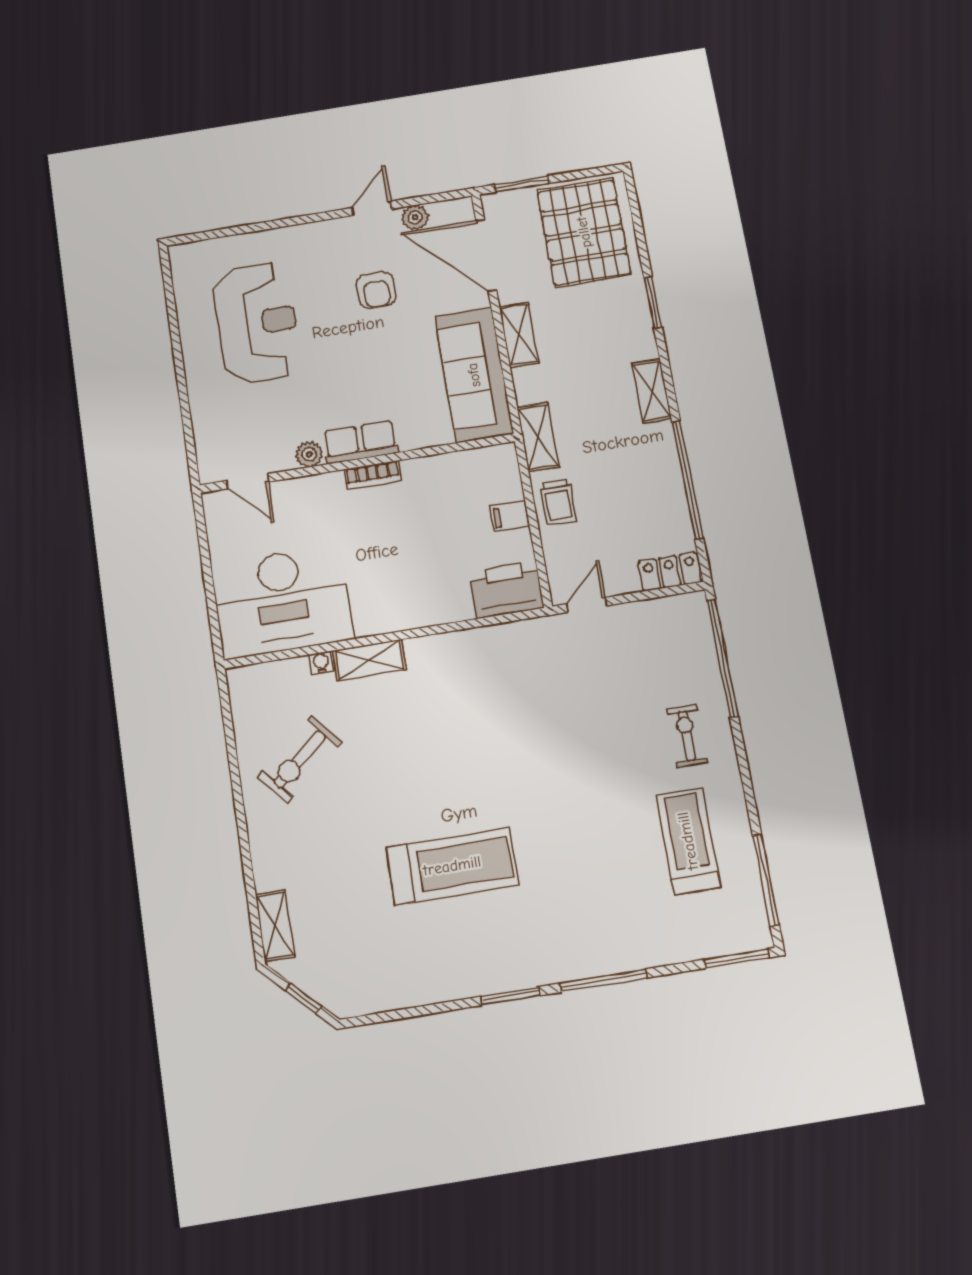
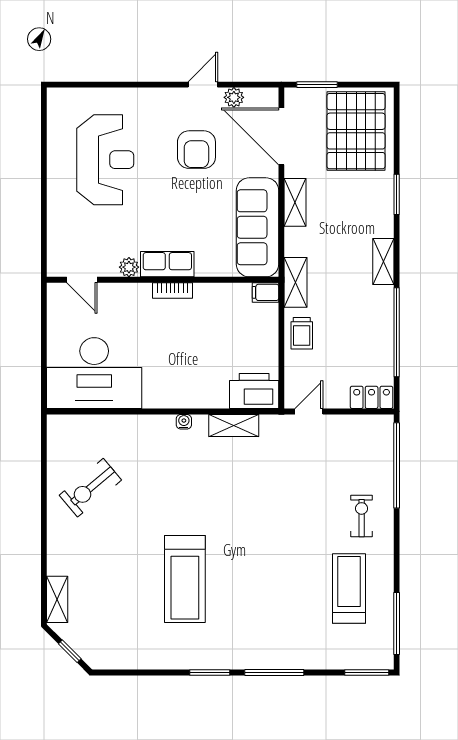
armchair: (376, 290) -> (196, 150), width x1.38, depth x1.38
filing cabinet: (510, 516) -> (265, 292), moved
shelving: (369, 660) -> (234, 425), moved
water cooler: (321, 663) -> (184, 422), moved
treadmill: (452, 866) -> (185, 579), turned 90

